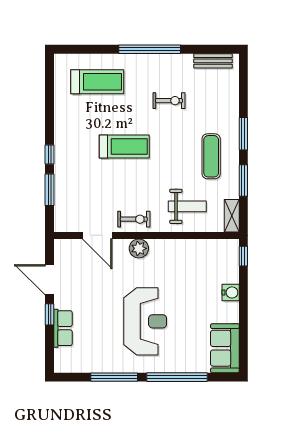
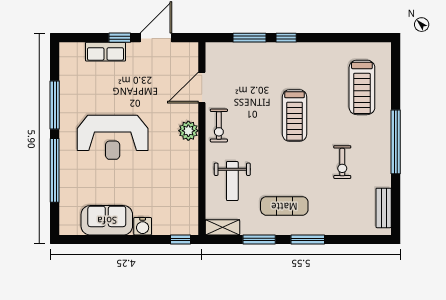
sofa: (225, 348) -> (107, 220), moved

